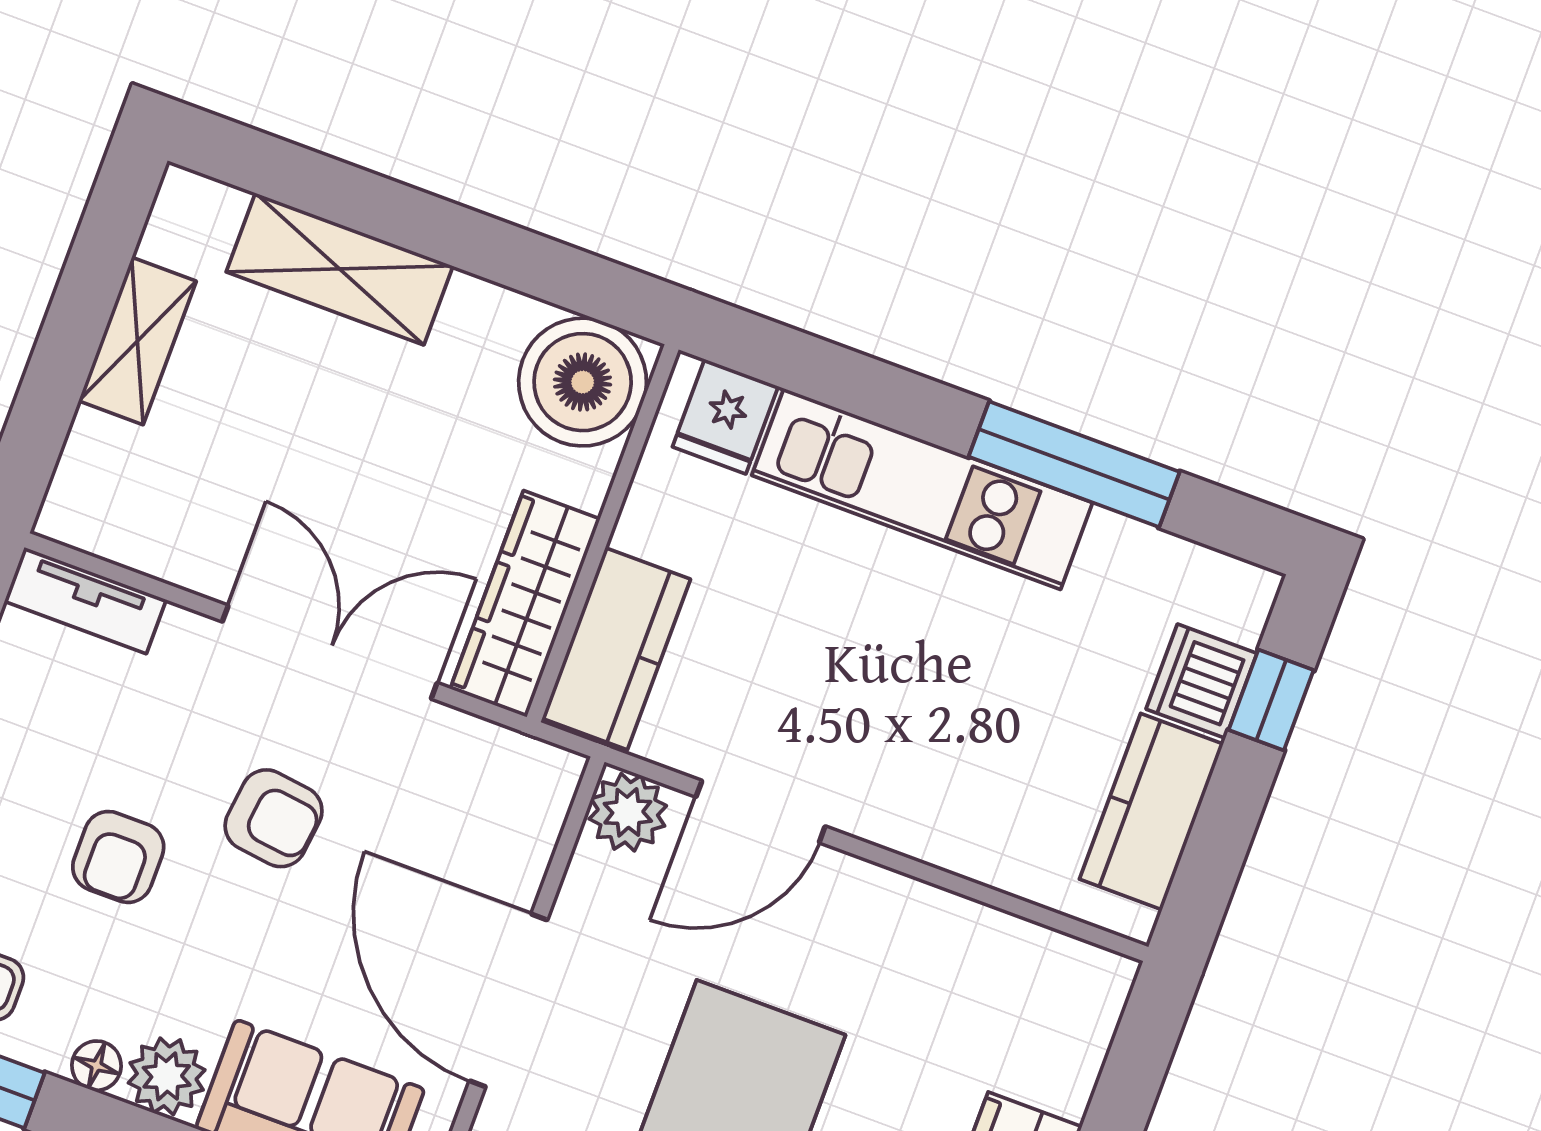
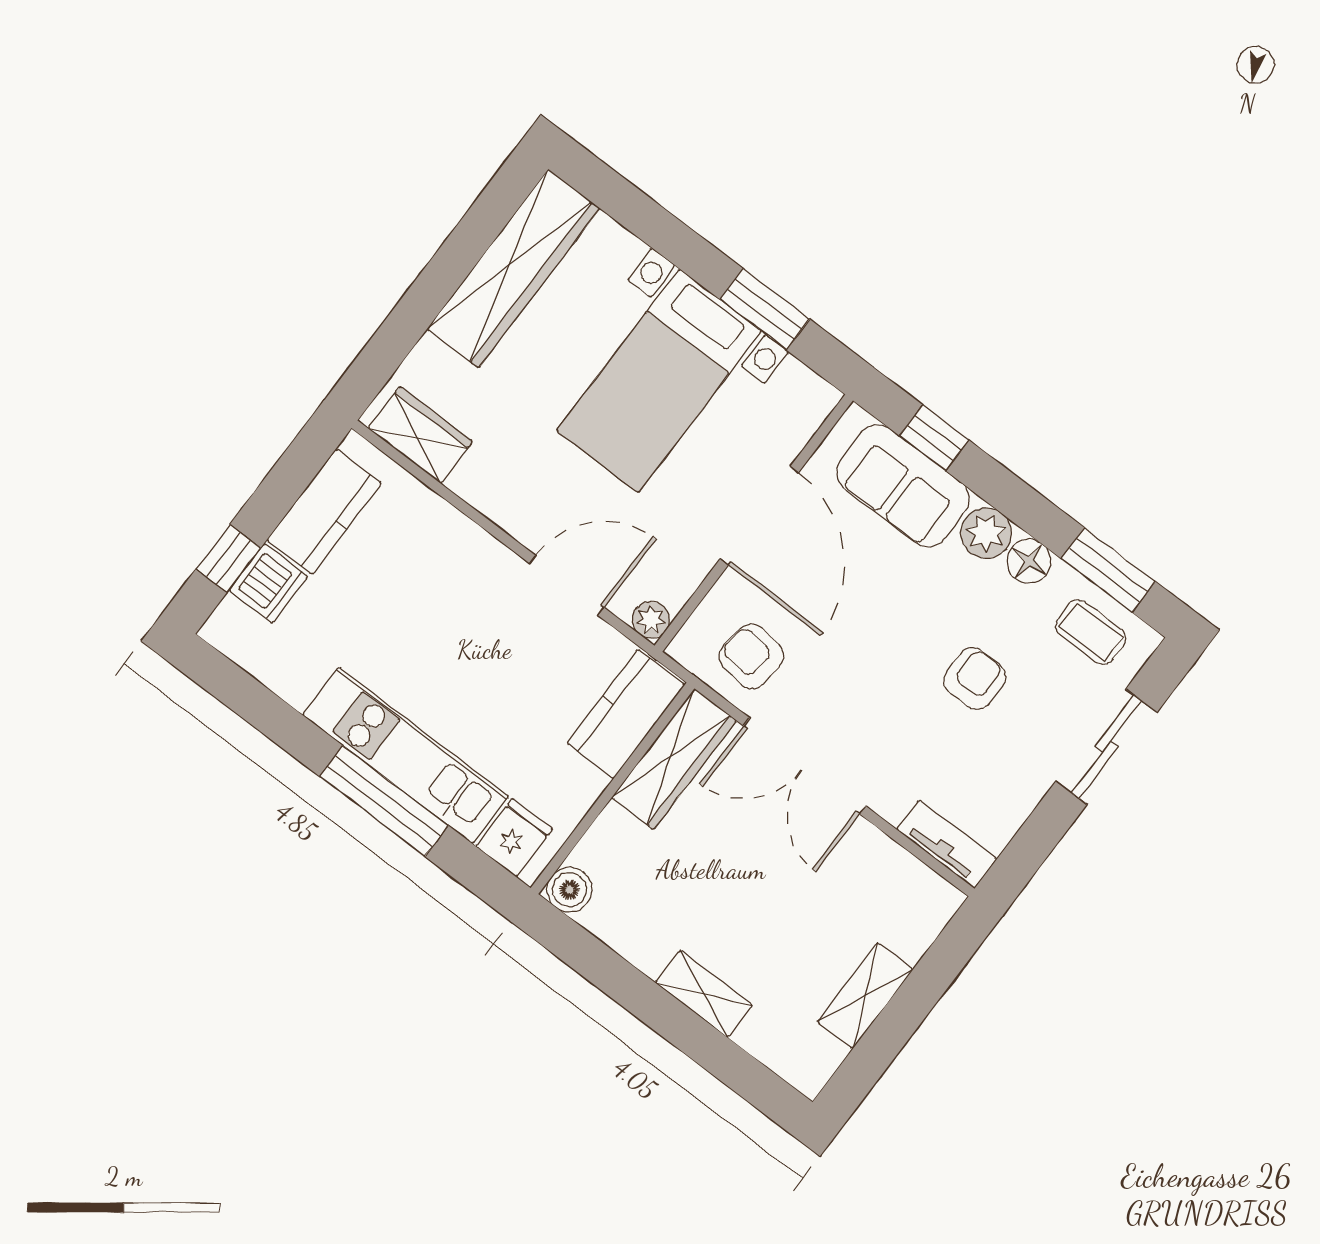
shelving: (340, 269) -> (704, 994), width x0.67, depth x0.75
boiler: (583, 382) -> (569, 890), width x0.54, depth x0.54
window: (1074, 464) -> (384, 801), moved
plant: (628, 812) -> (651, 620), width x0.73, depth x0.73
armchair: (274, 818) -> (751, 656), moved
wardrobe: (1044, 968) -> (420, 435), added
floor lamp: (96, 1066) -> (1029, 561), width x1.37, depth x1.37

